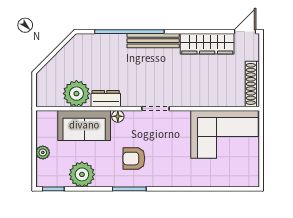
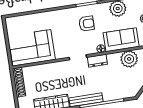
dresser: (106, 99) -> (97, 61), moved

